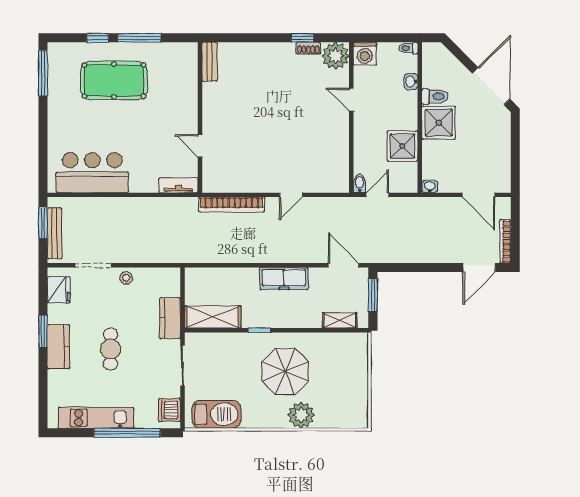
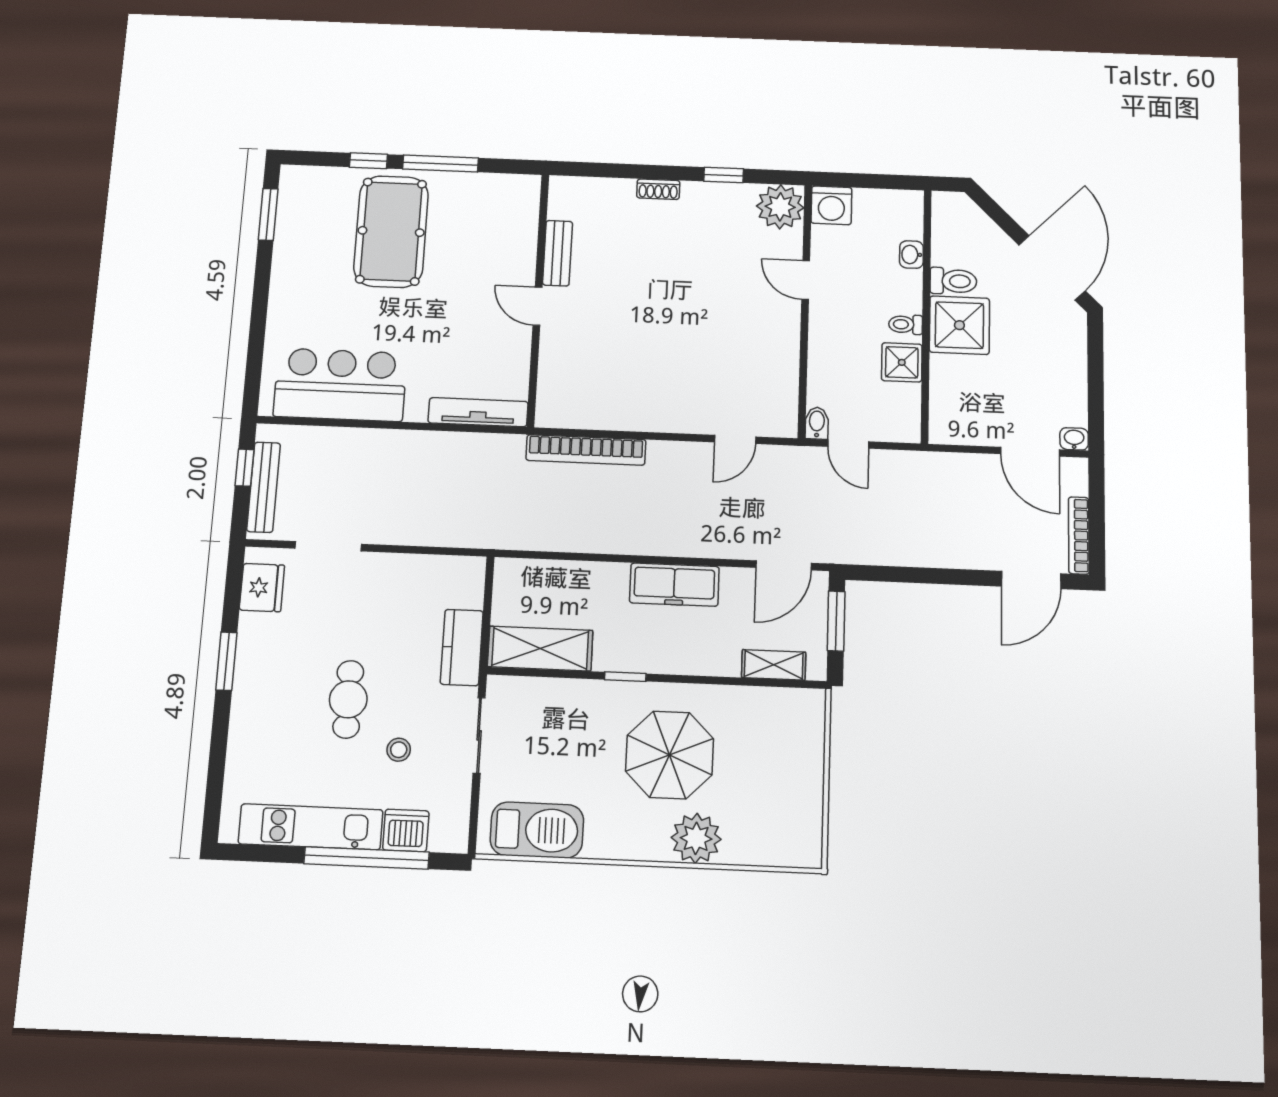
shoe rack: (308, 48) -> (658, 189), moved
toilet: (408, 48) -> (906, 324), moved
bench: (210, 62) -> (558, 253), moved
window: (43, 73) -> (268, 214), width x0.69
pool table: (114, 80) -> (391, 231), turned 90
door: (200, 146) -> (538, 306), moved
shower: (402, 146) -> (902, 362), width x0.73, depth x0.73
tv unit: (178, 185) -> (478, 412), width x1.41
washbasin: (430, 186) -> (1074, 439), moved
door: (291, 195) -> (735, 439), moved
door: (377, 195) -> (848, 444), swing flipped
window: (43, 223) -> (244, 468), width x0.67
door: (343, 265) -> (784, 565), swing flipped
stool: (126, 278) -> (399, 750), moved
kitchen counter: (58, 347) -> (252, 691), removed
dishwasher: (169, 410) -> (406, 830), moved, turned 90

